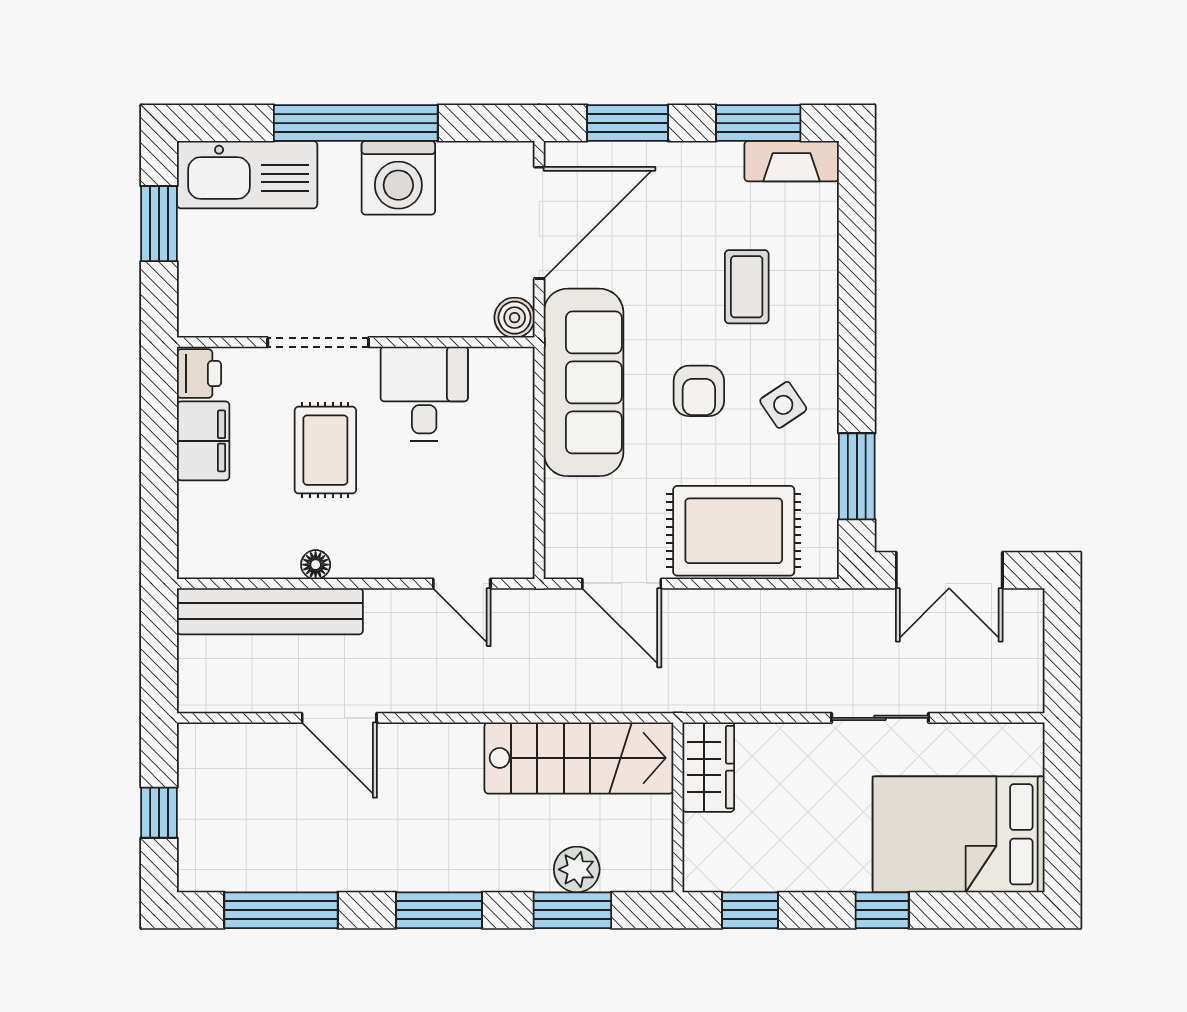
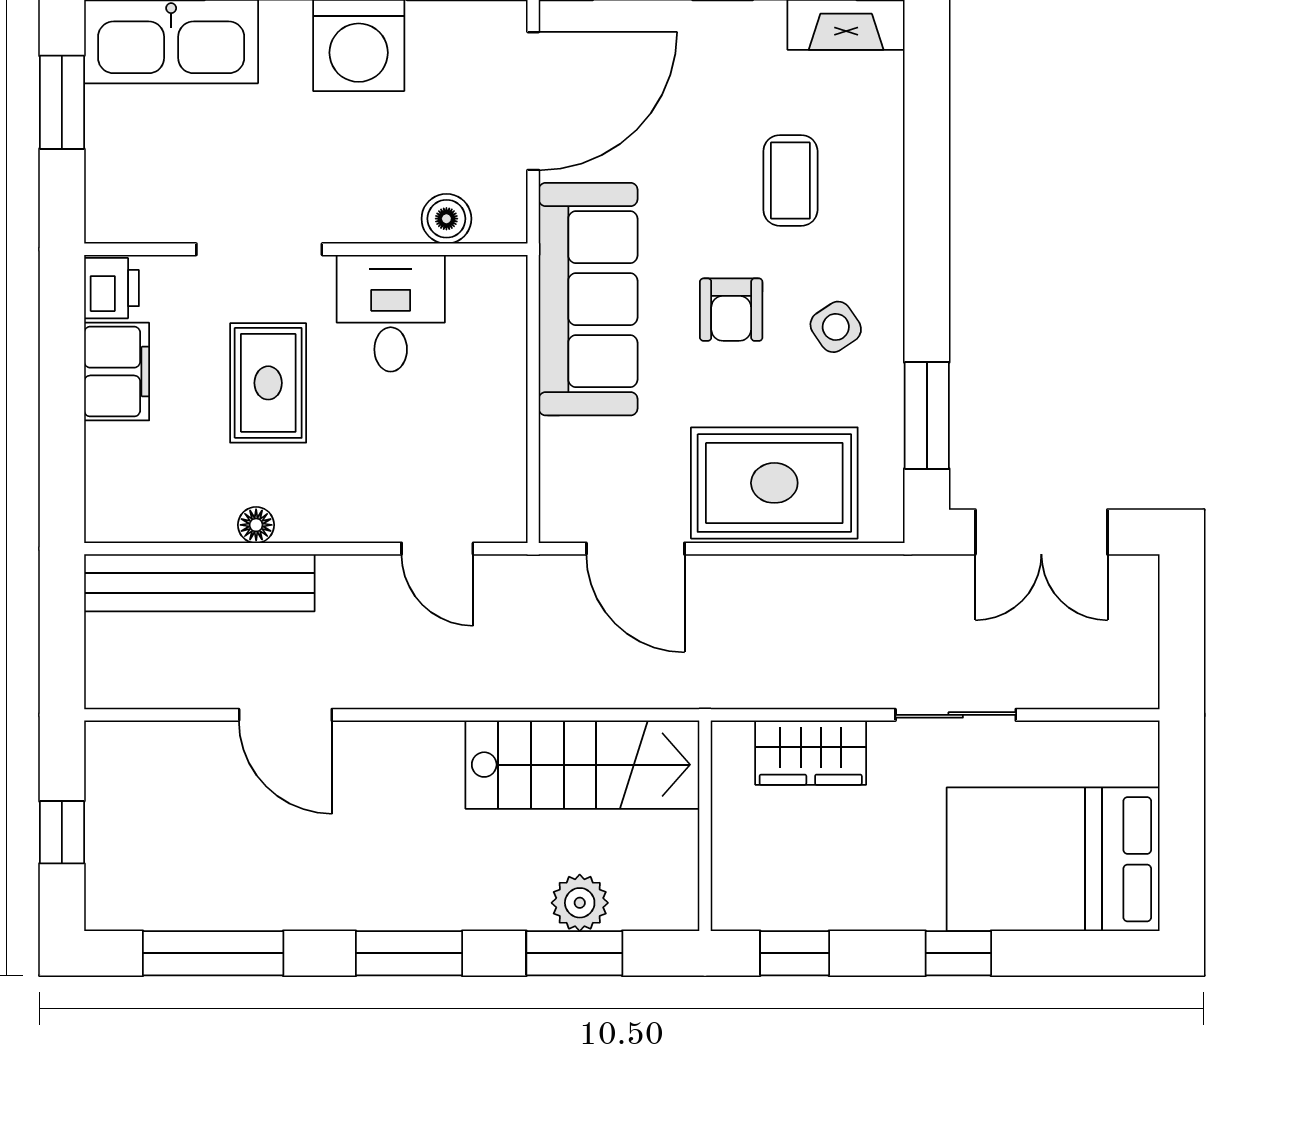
boiler: (515, 318) -> (446, 219), moved
wardrobe: (708, 767) -> (811, 753), moved, turned 90

